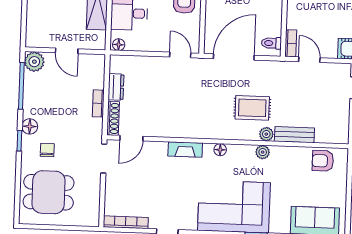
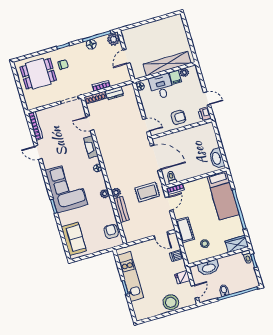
door: (180, 55) -> (146, 125), hinge flipped
rug: (252, 108) -> (147, 192), moved, turned 90
floor lamp: (30, 126) -> (91, 44), moved
door: (131, 138) -> (90, 123), moved
dining table: (49, 192) -> (38, 74), turned 90

